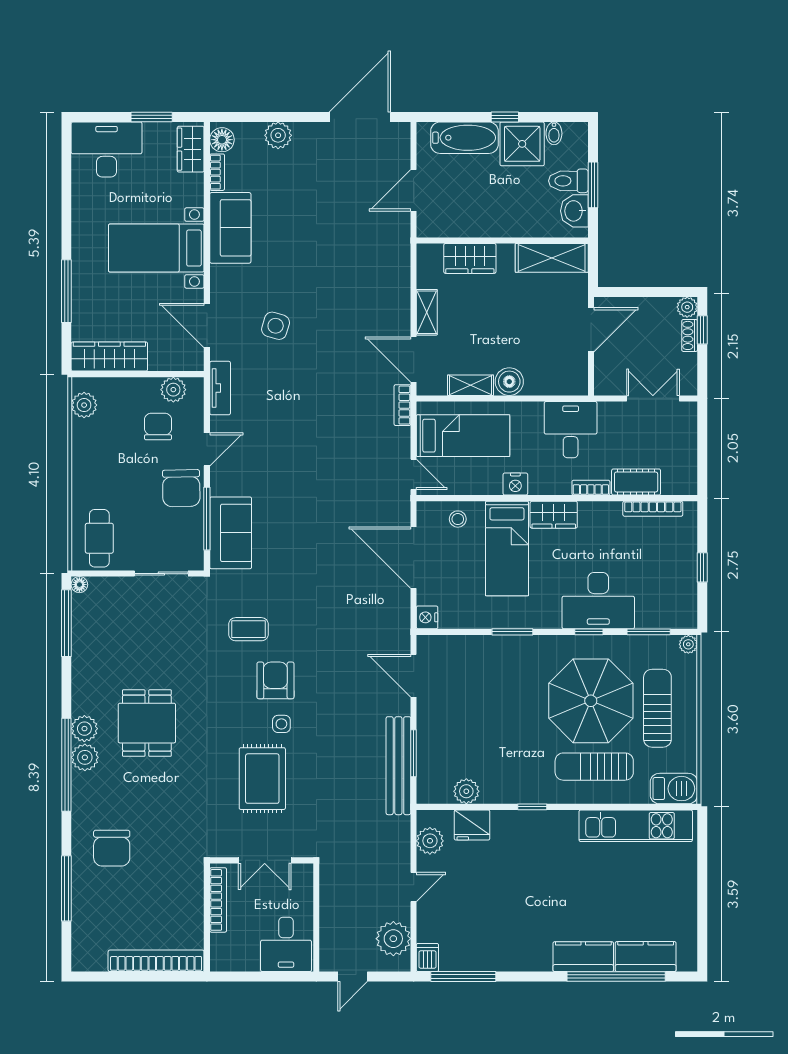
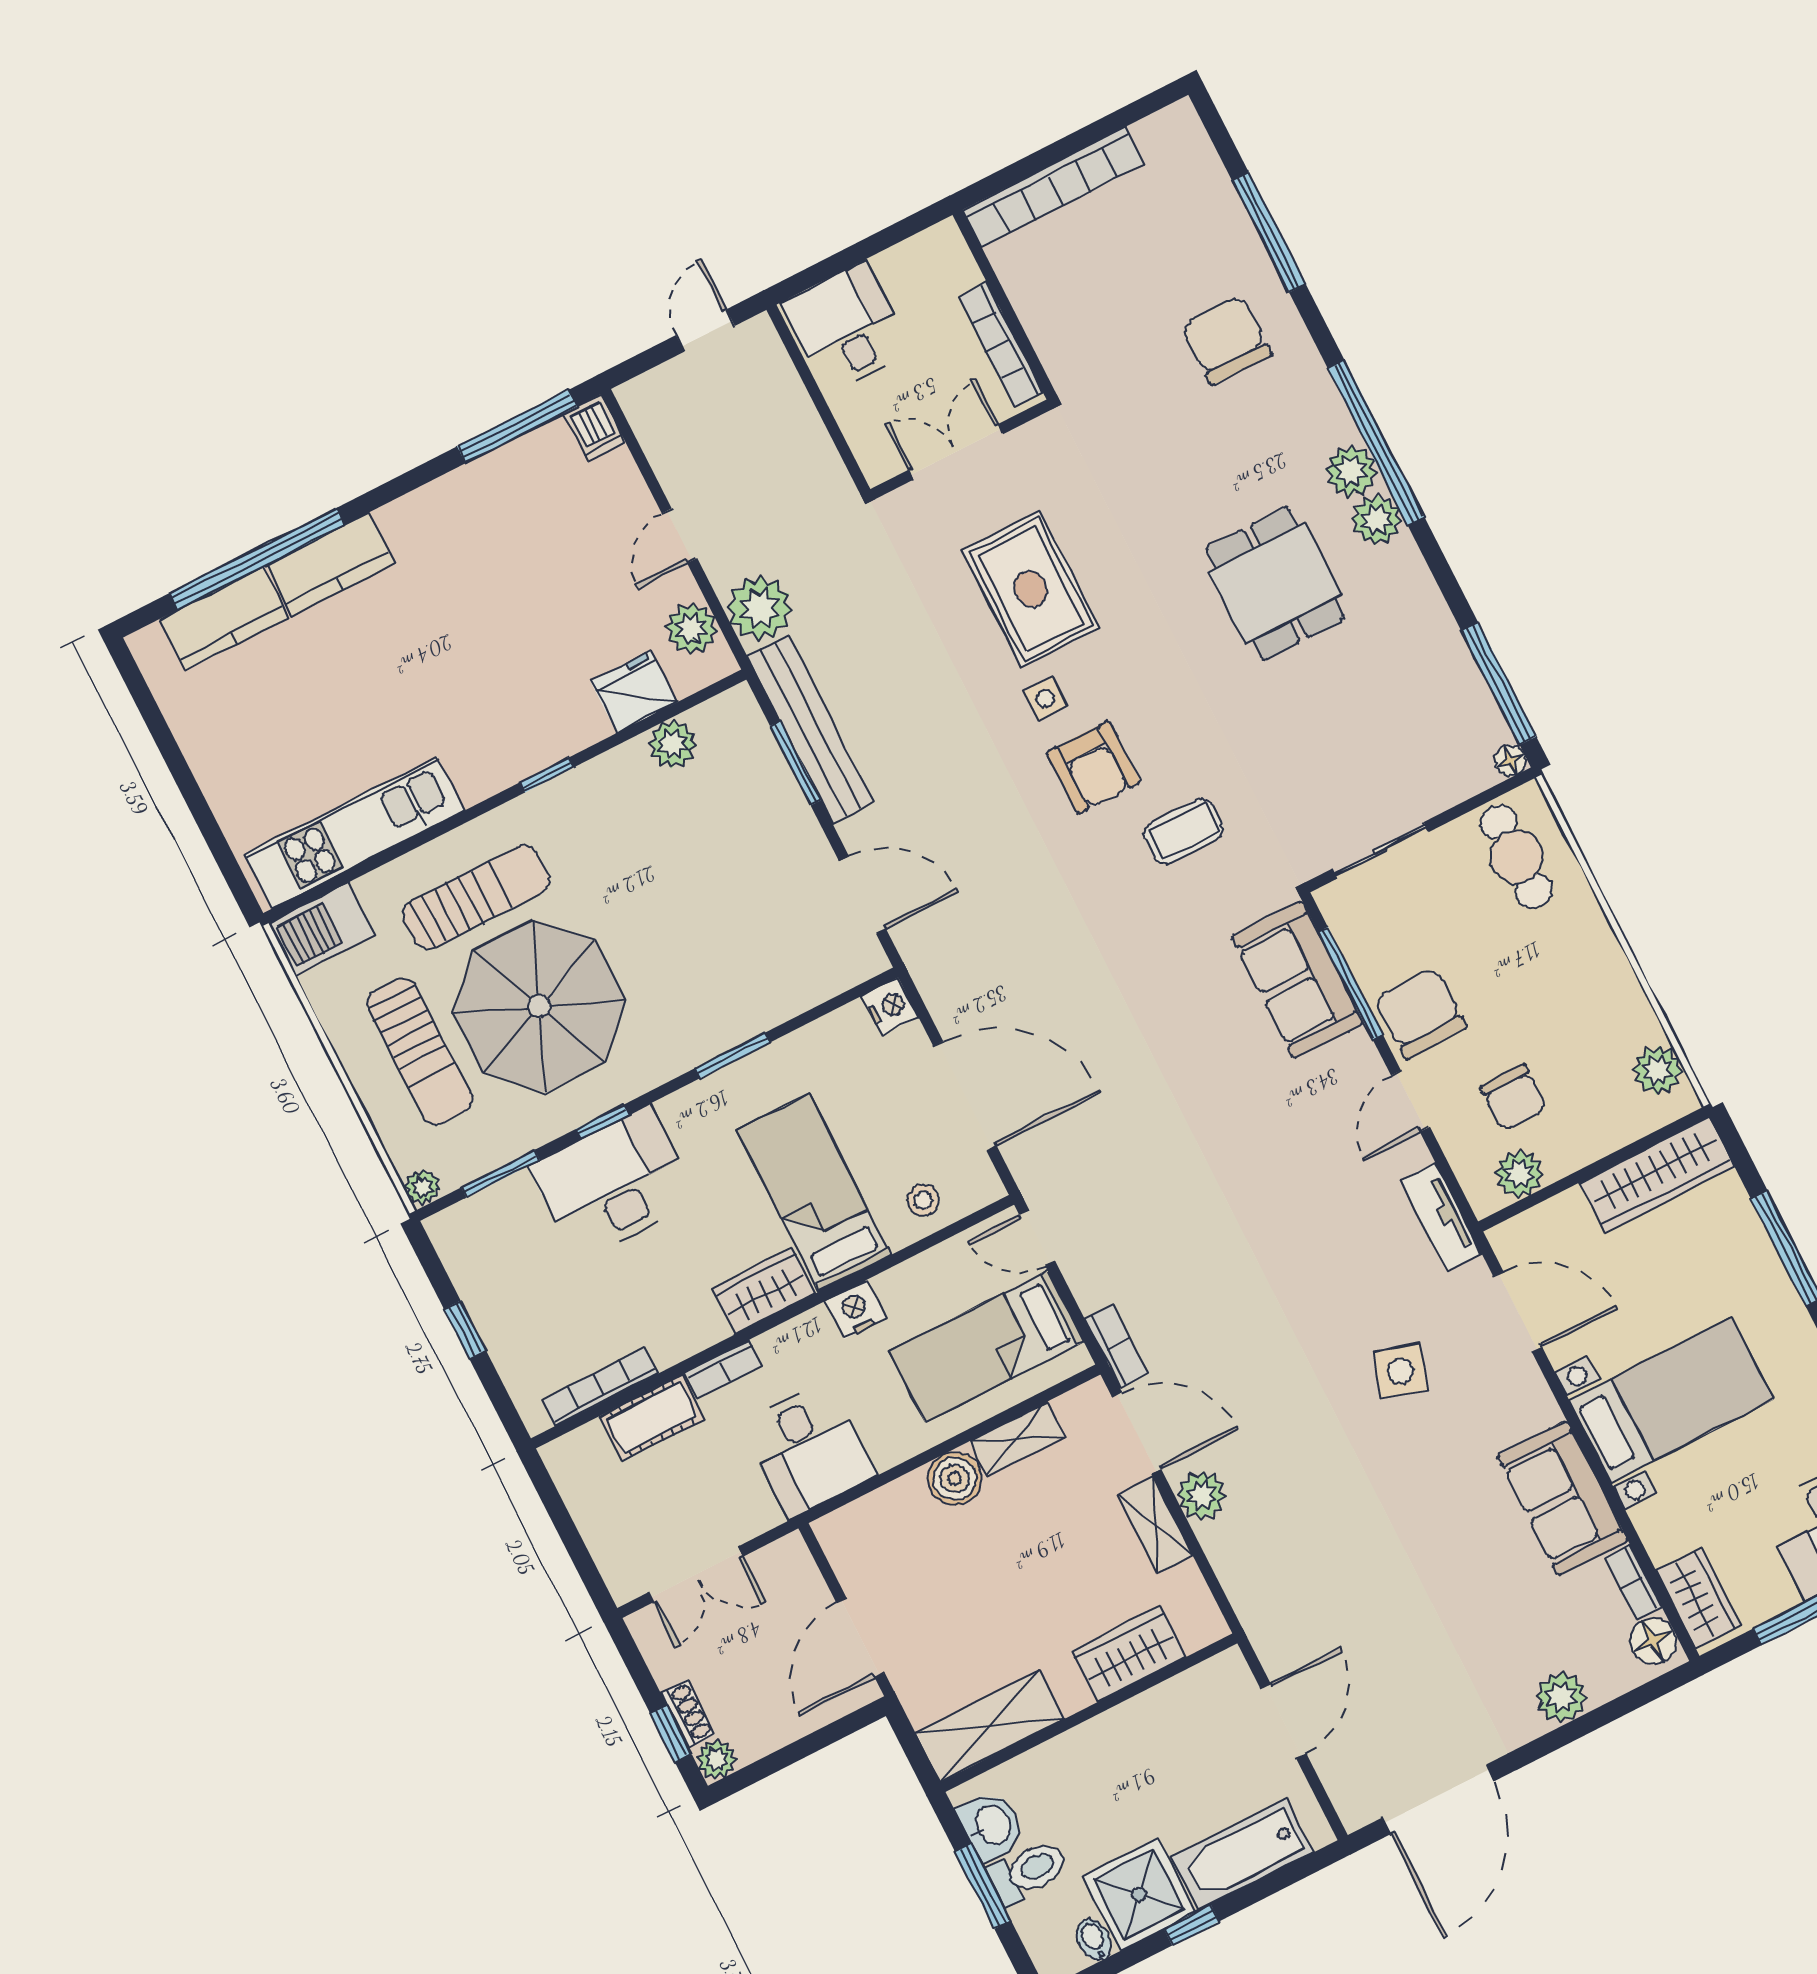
plant: (398, 315) -> (1202, 1495), added
plant: (393, 939) -> (760, 608), moved

